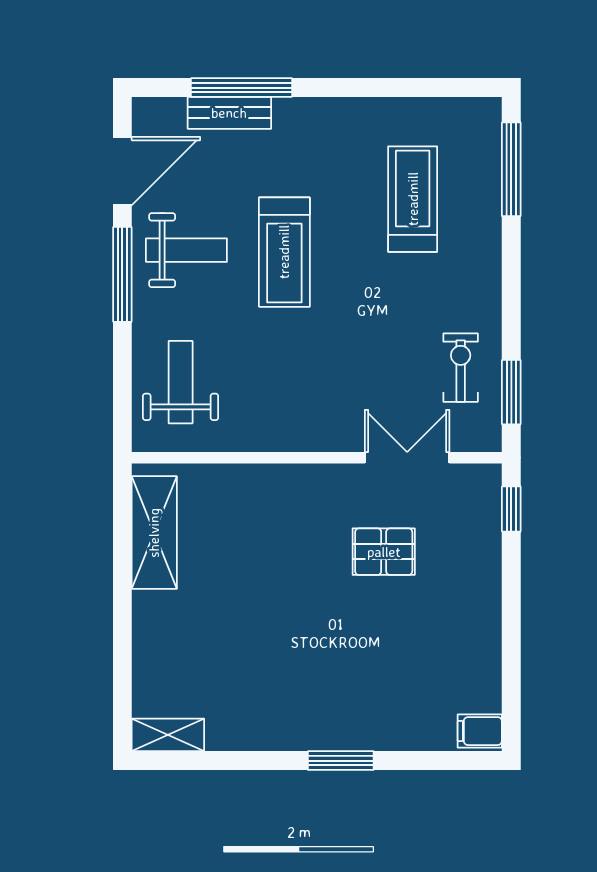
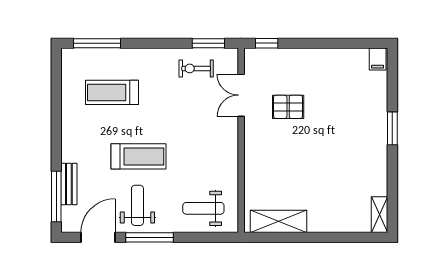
window: (242, 88) -> (56, 197), moved
door: (122, 171) -> (98, 237), hinge flipped
pallet: (384, 552) -> (288, 107), turned 90

